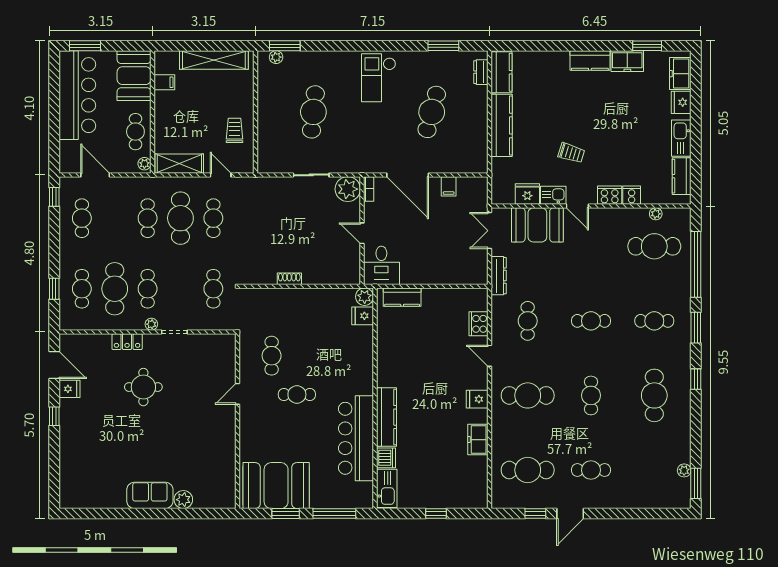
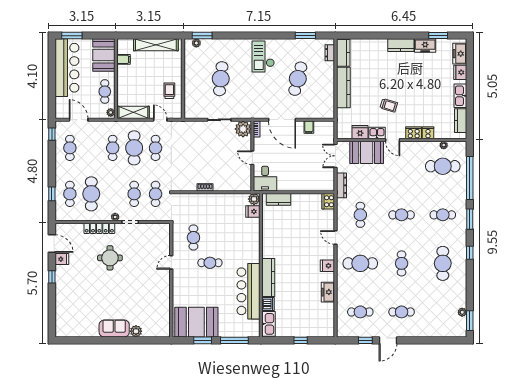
cafe table: (148, 289) -> (134, 194), moved
cooker: (478, 324) -> (328, 201), moved
locker: (127, 342) -> (99, 228), width x1.53
cafe table: (528, 470) -> (360, 312), width x0.73, depth x0.74

